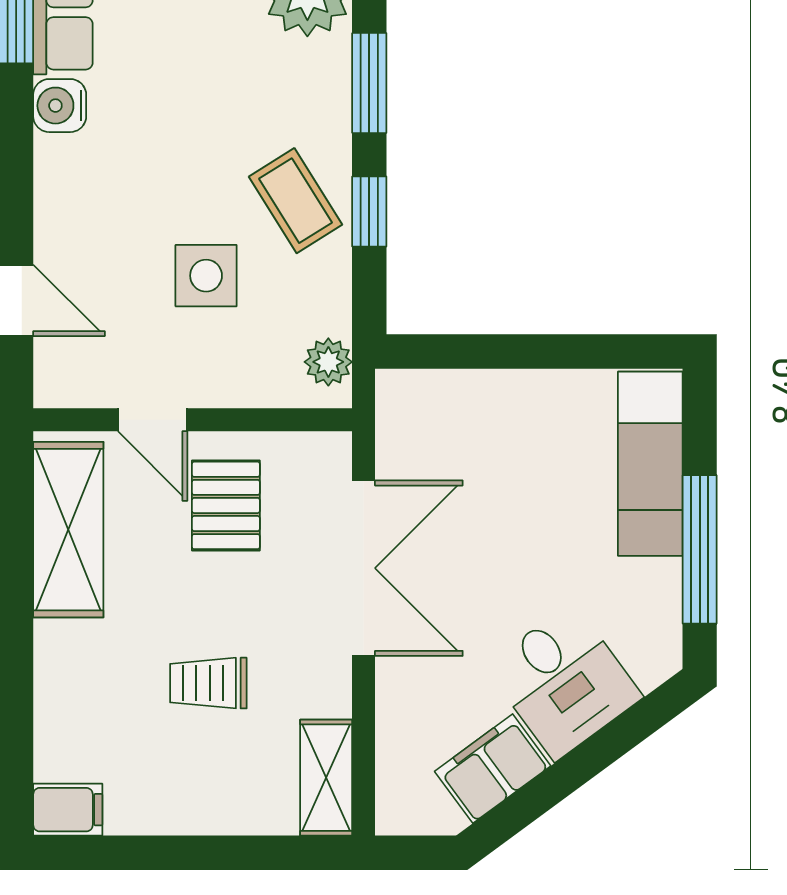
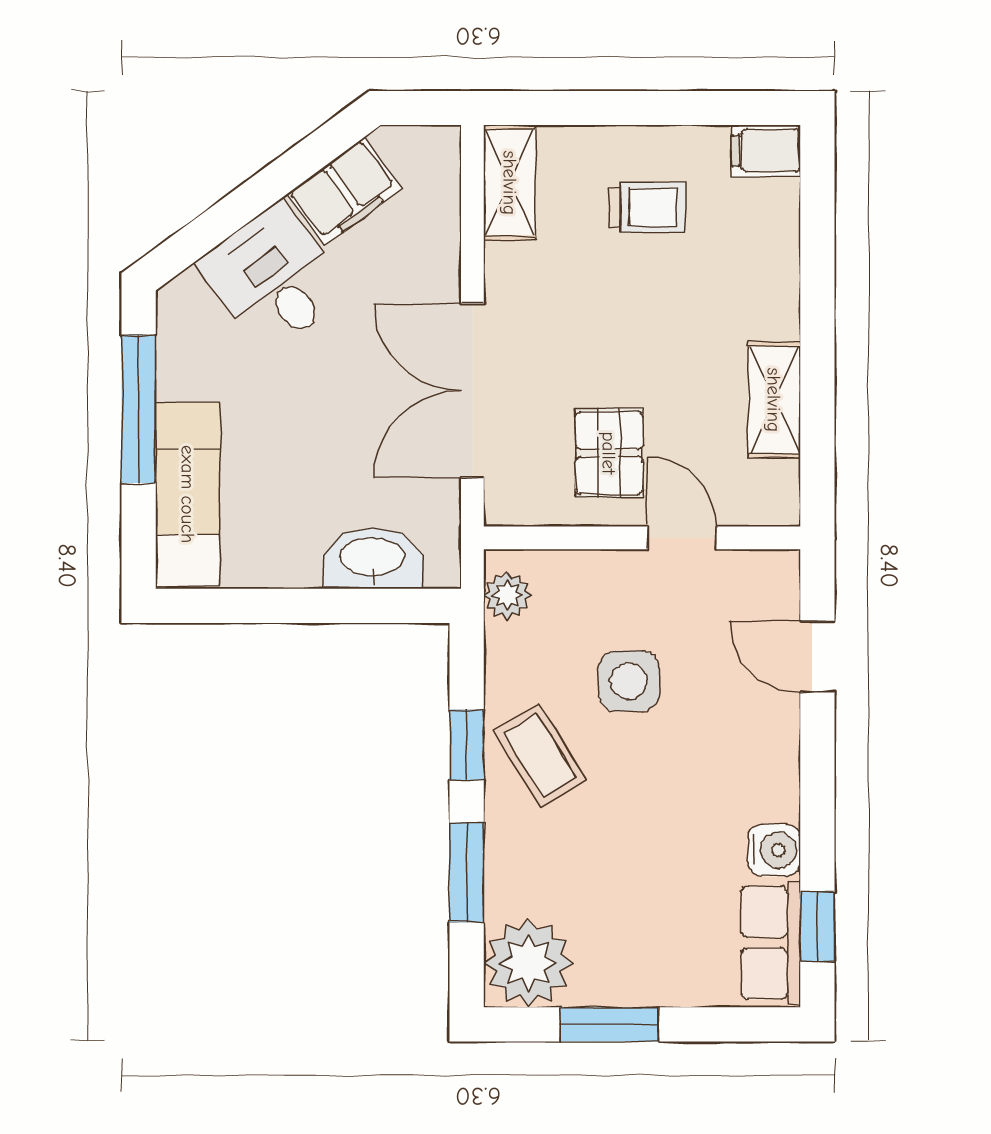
washbasin: (464, 399) -> (372, 558), added
shelving: (68, 530) -> (774, 400), width x0.67, depth x0.75
trolley: (208, 683) -> (648, 207), moved

